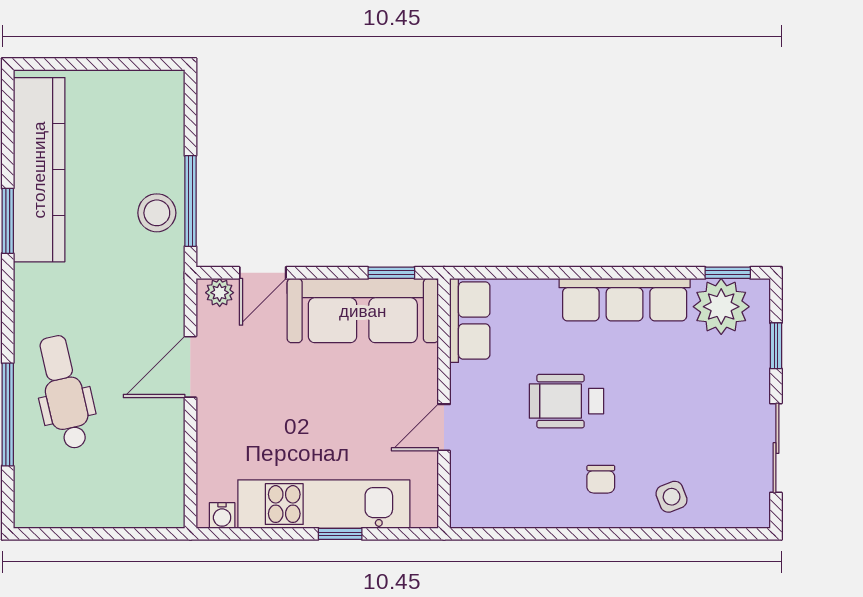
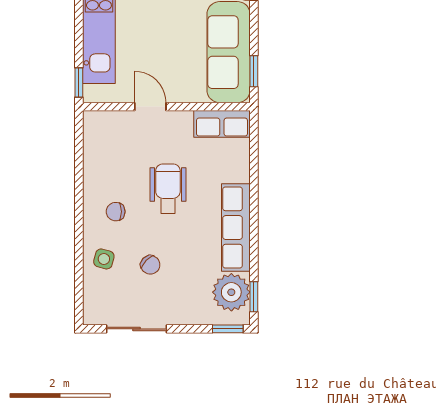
window: (776, 346) -> (228, 329), moved
chair: (680, 427) -> (150, 265), added
side table: (672, 497) -> (104, 259), turned 36
window: (340, 534) -> (79, 83), moved

